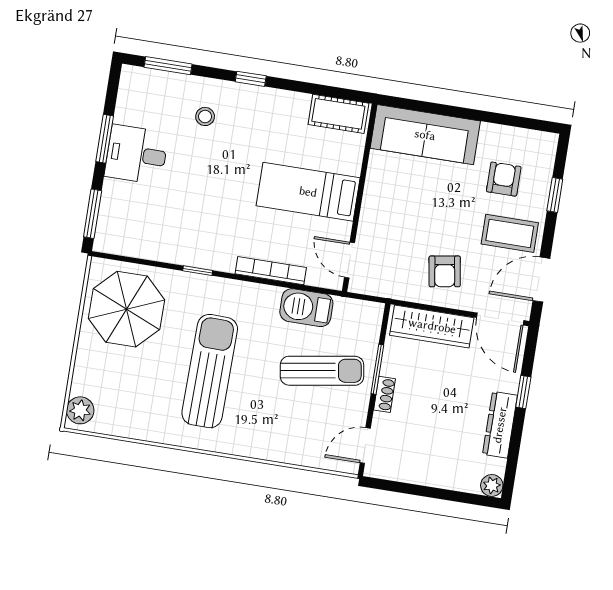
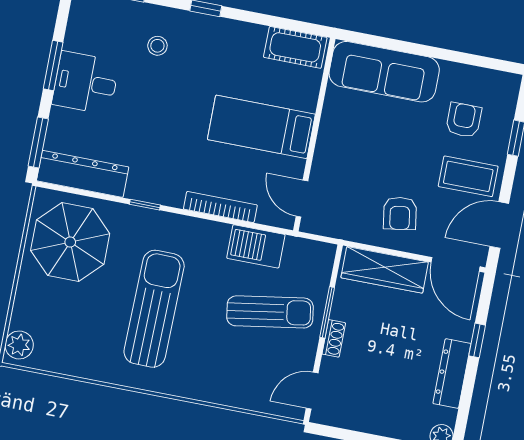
dresser: (136, 243) -> (83, 174), added

